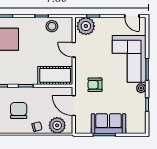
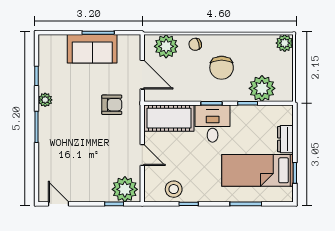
corner sofa: (129, 59) -> (62, 142), removed
desk: (25, 72) -> (213, 124), added

